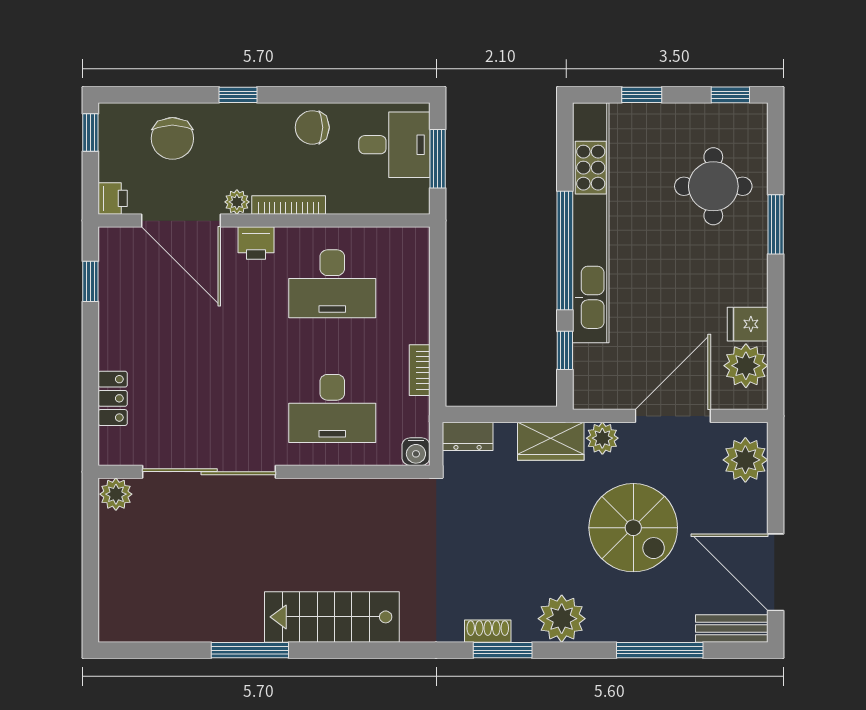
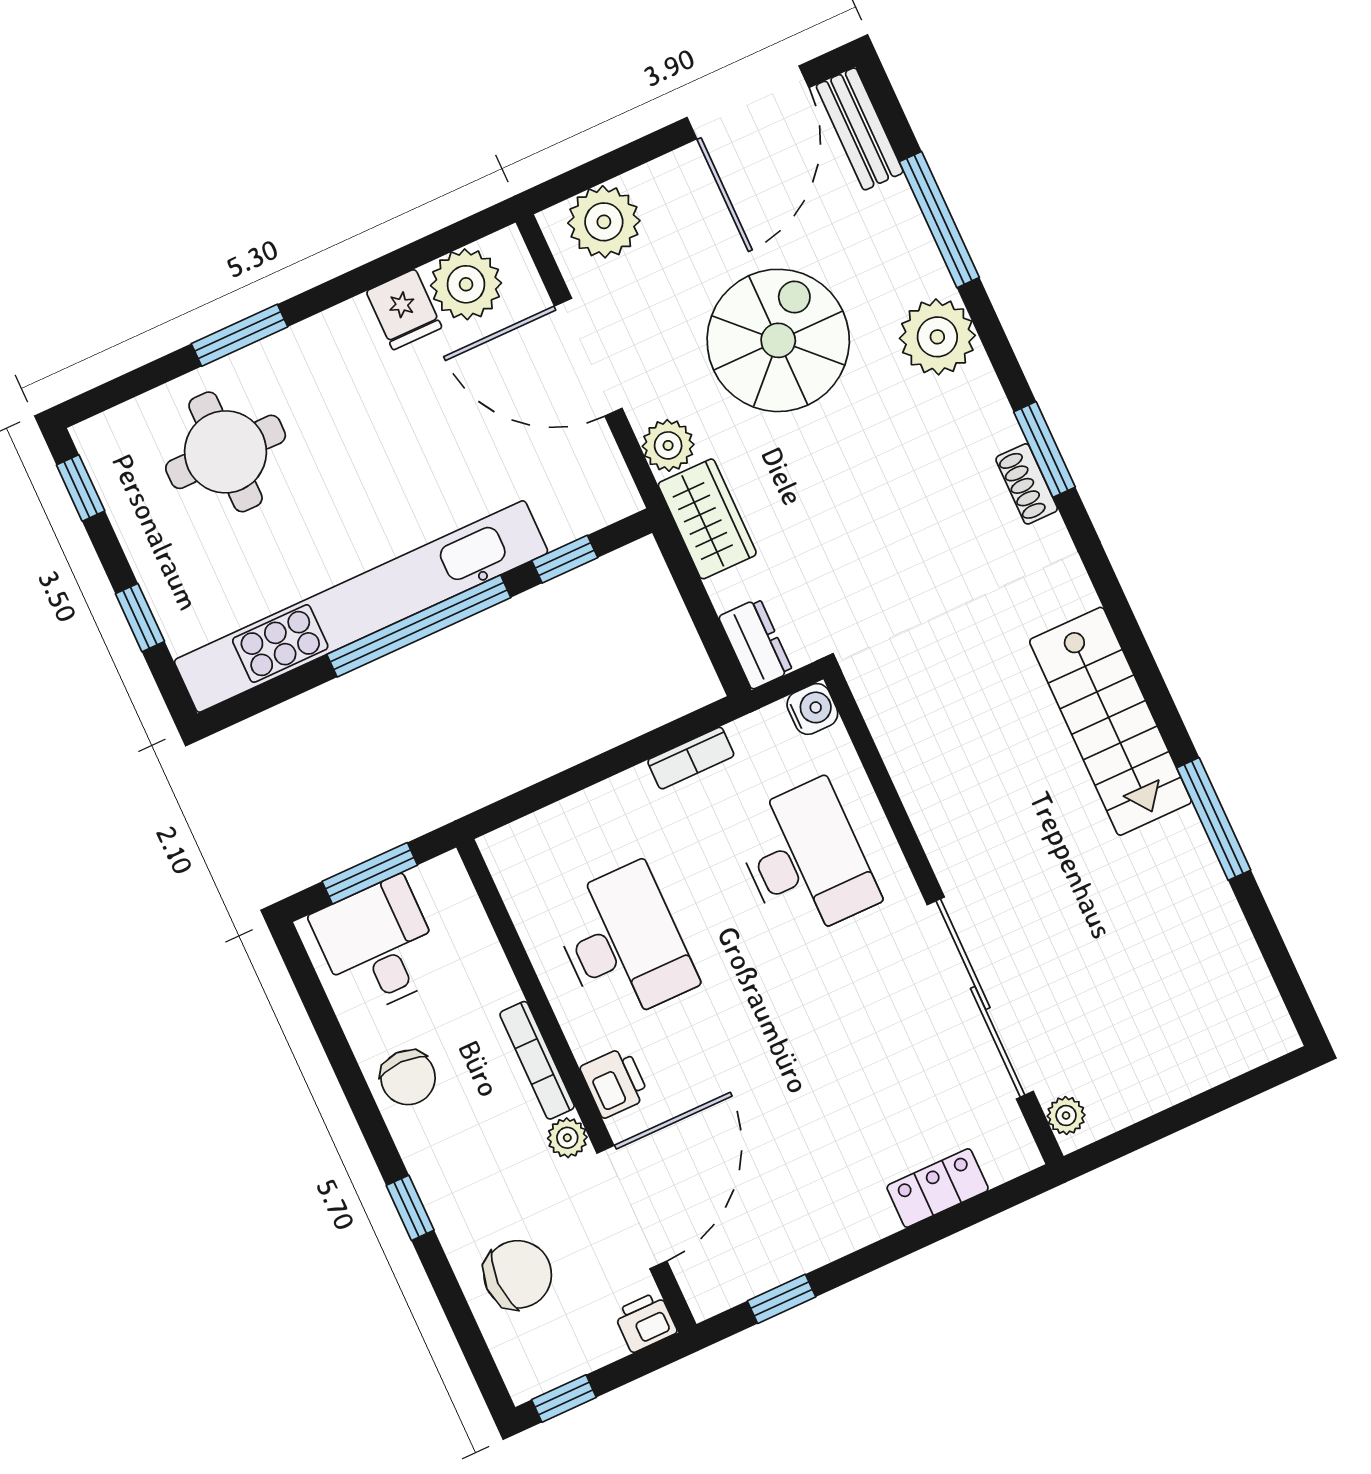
plant: (116, 494) -> (1066, 1116), width x0.73, depth x0.73
plant: (562, 619) -> (937, 337), moved

